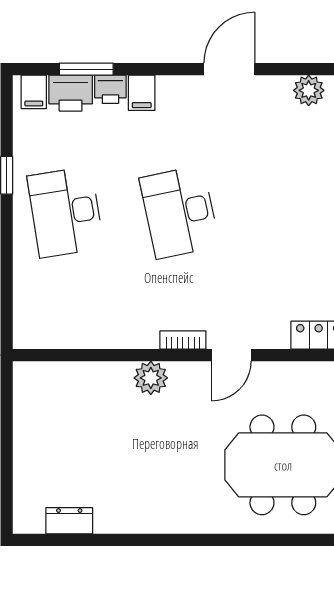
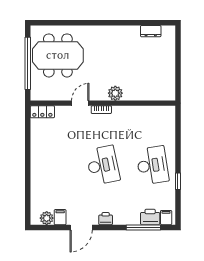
window: (86, 69) -> (143, 227), width x1.44
printer: (110, 89) -> (106, 219), moved
filing cabinet: (142, 93) -> (60, 217), moved

